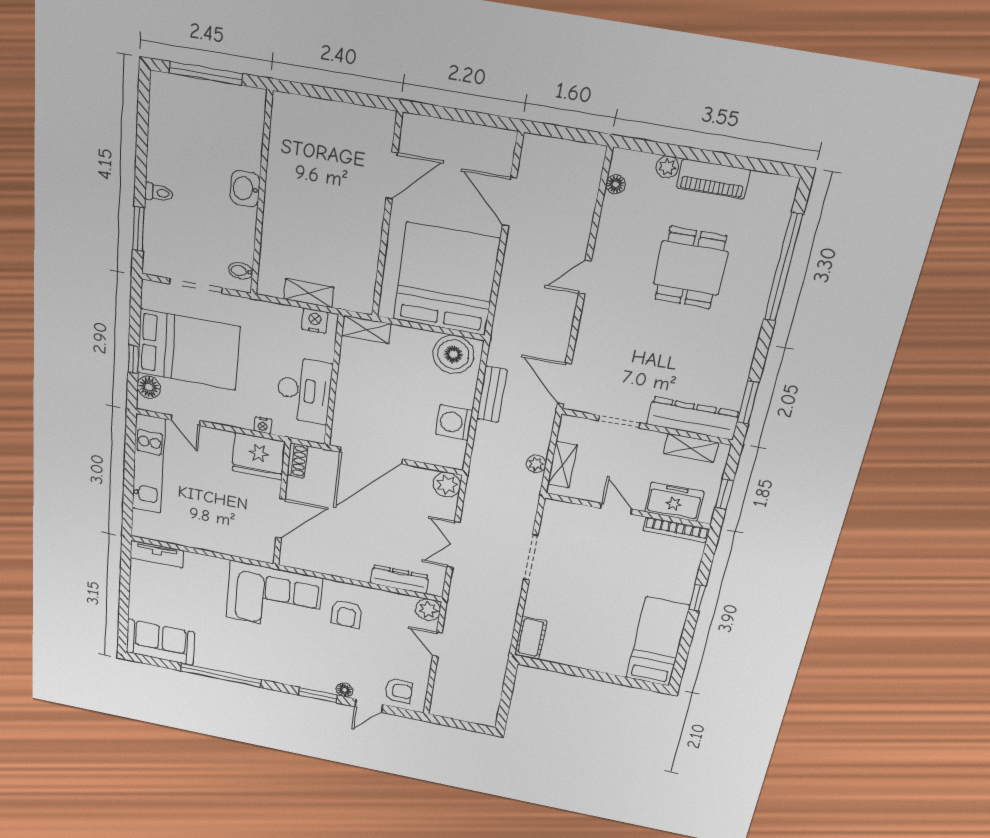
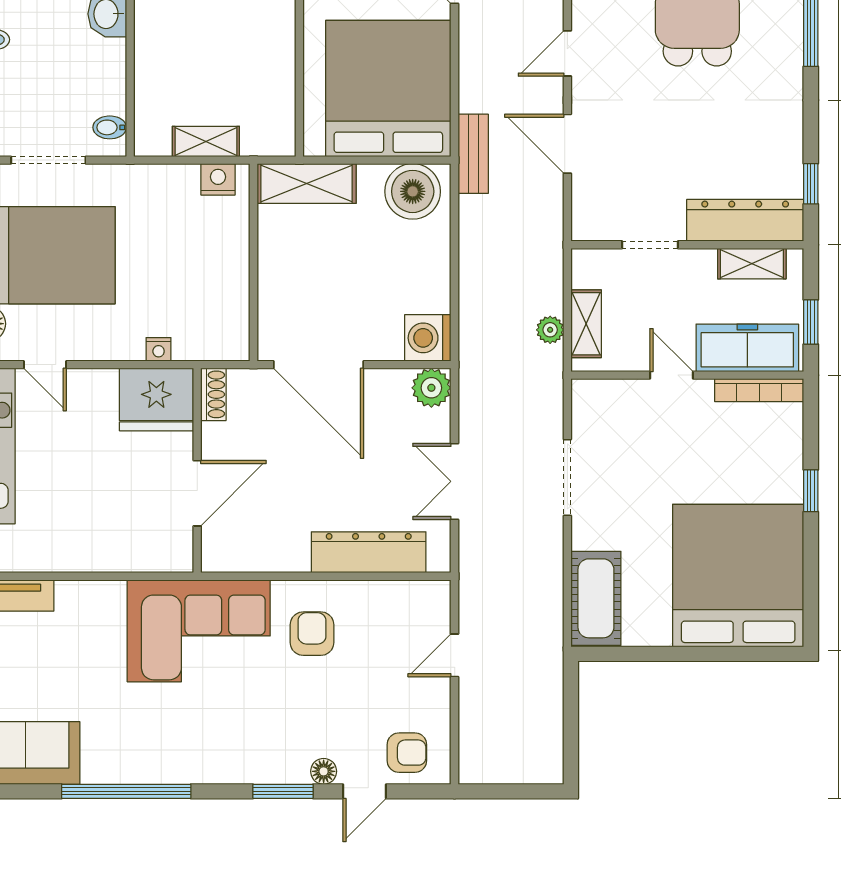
shelving: (366, 330) -> (307, 183), width x1.50, depth x1.33
door: (564, 384) -> (567, 144), moved
desk: (304, 390) -> (213, 284), removed
bench: (492, 394) -> (473, 154), moved
window: (748, 402) -> (811, 184), width x0.67
washing machine: (454, 422) -> (428, 338), moved
door: (371, 455) -> (318, 365), hinge flipped
freezer: (674, 502) -> (747, 348), width x1.40
dresser: (400, 579) -> (369, 552), width x1.37, depth x1.24
plant: (428, 610) -> (433, 598), removed
armchair: (347, 614) -> (312, 634), turned 180
cot: (531, 637) -> (596, 598), width x1.37, depth x1.34
bed: (658, 642) -> (738, 576), width x2.04
door: (437, 644) -> (455, 655), hinge flipped

